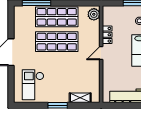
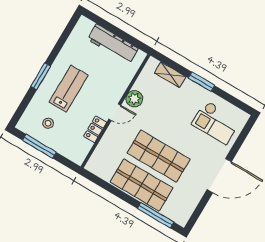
plant: (94, 14) -> (134, 99), moved
checkout: (33, 85) -> (216, 122), turned 90

